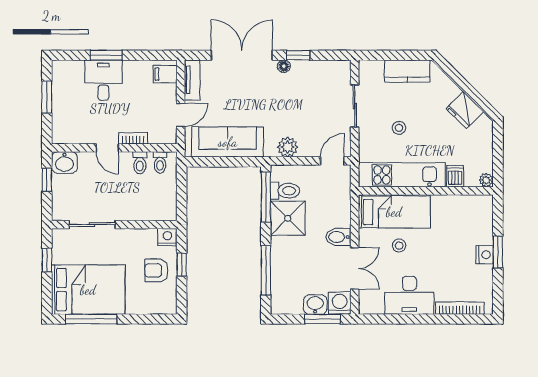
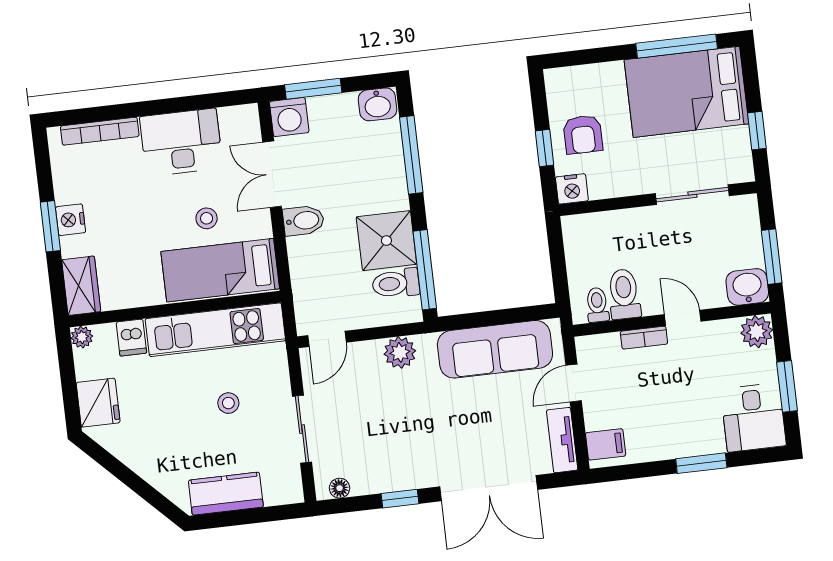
floor lamp: (284, 66) -> (340, 488), moved
desk: (103, 80) -> (753, 417), moved
fridge: (465, 110) -> (98, 403), moved, turned 45
plant: (62, 134) -> (757, 332), added
toilet: (140, 163) -> (624, 294), width x1.37, depth x1.39
window: (47, 180) -> (772, 257), width x1.50
wardrobe: (483, 212) -> (81, 286), added
armchair: (156, 270) -> (583, 135), turned 90
washbasin: (315, 305) -> (377, 104), moved

